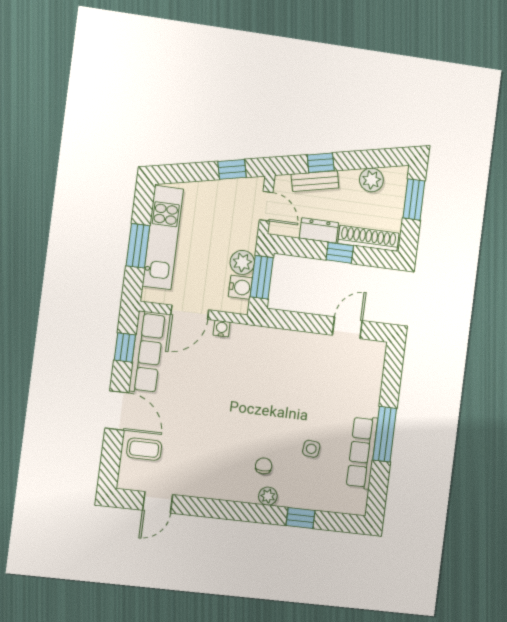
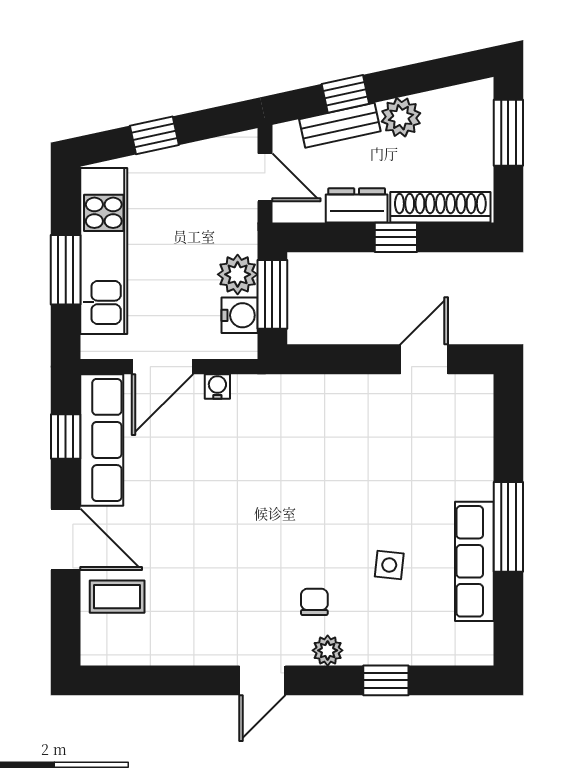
window: (232, 169) -> (154, 135), moved
plant: (371, 180) -> (401, 117), moved
door: (158, 502) -> (262, 680), moved

